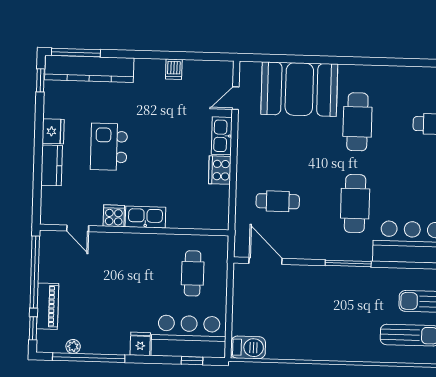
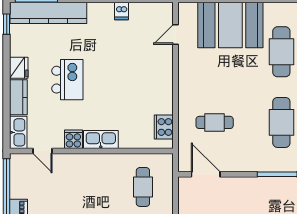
kitchen sink: (222, 136) -> (18, 132), moved, turned 180
kitchen island: (109, 147) -> (67, 80), turned 180
cooker: (220, 170) -> (164, 127), moved

